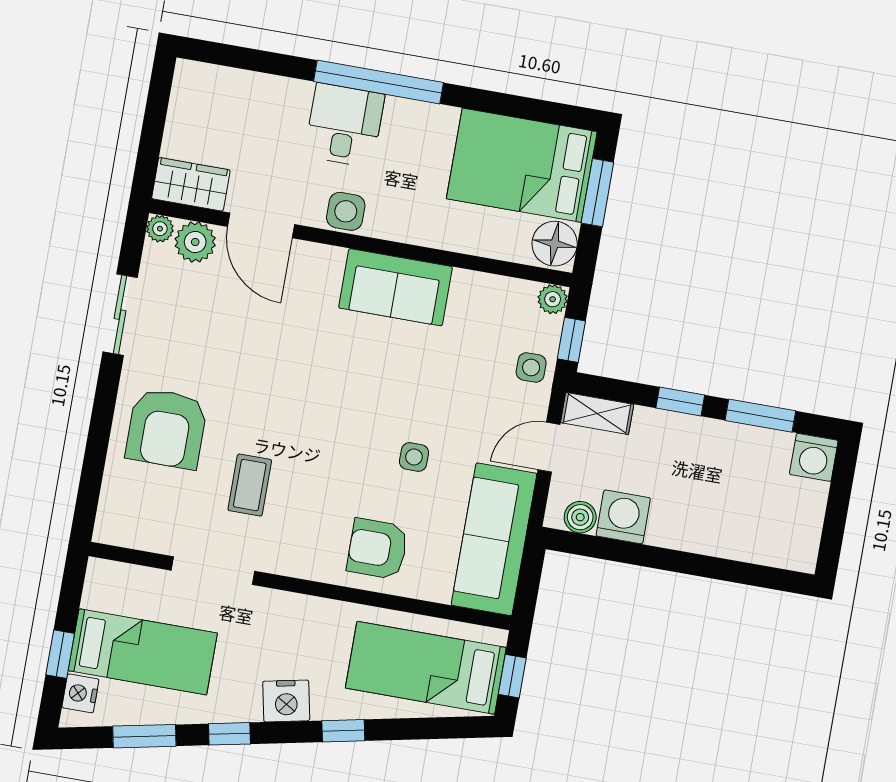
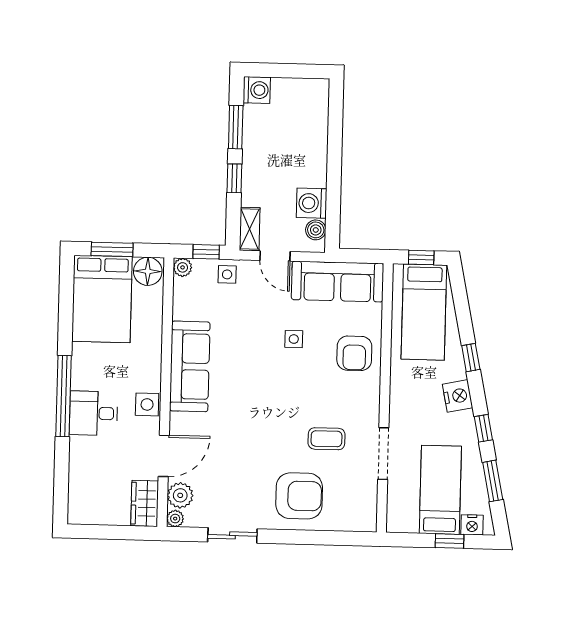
sofa: (395, 287) -> (190, 366), width x1.36

